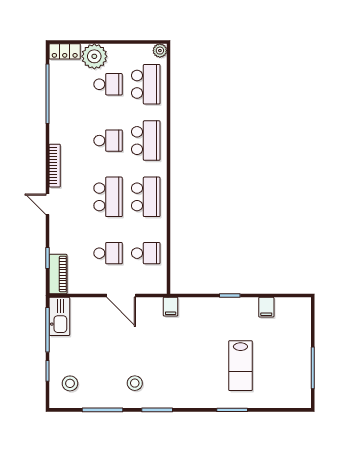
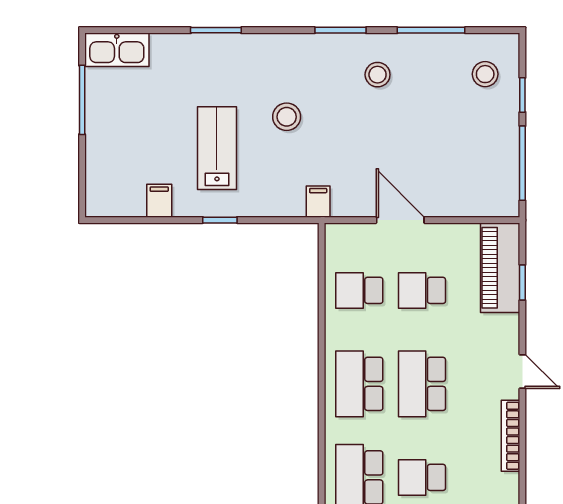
piano: (58, 274) -> (500, 268), width x1.37, depth x1.33
kitchen sink: (59, 316) -> (117, 50), moved, turned -90
stool: (190, 358) -> (287, 117), added
lab bench: (240, 366) -> (217, 148), moved

